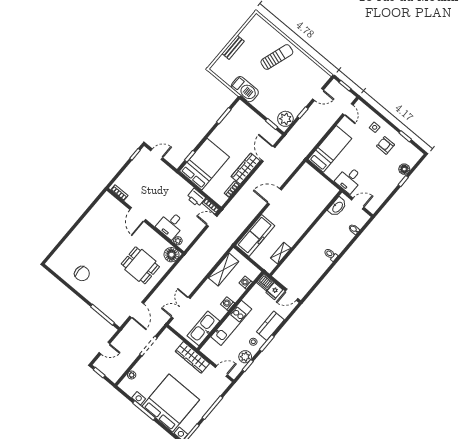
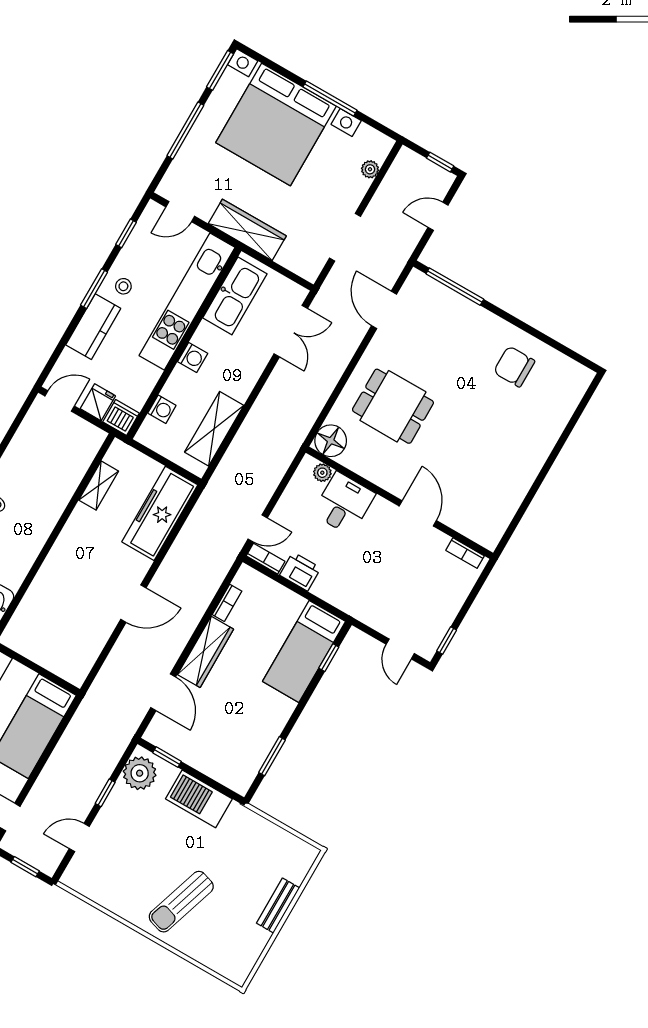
barbecue: (245, 89) -> (199, 799), moved
door: (157, 154) -> (400, 649), hinge flipped
bed: (204, 164) -> (304, 651), width x0.67
kitchen unit: (231, 323) -> (187, 302), width x1.36
plant: (245, 357) -> (135, 251), removed

